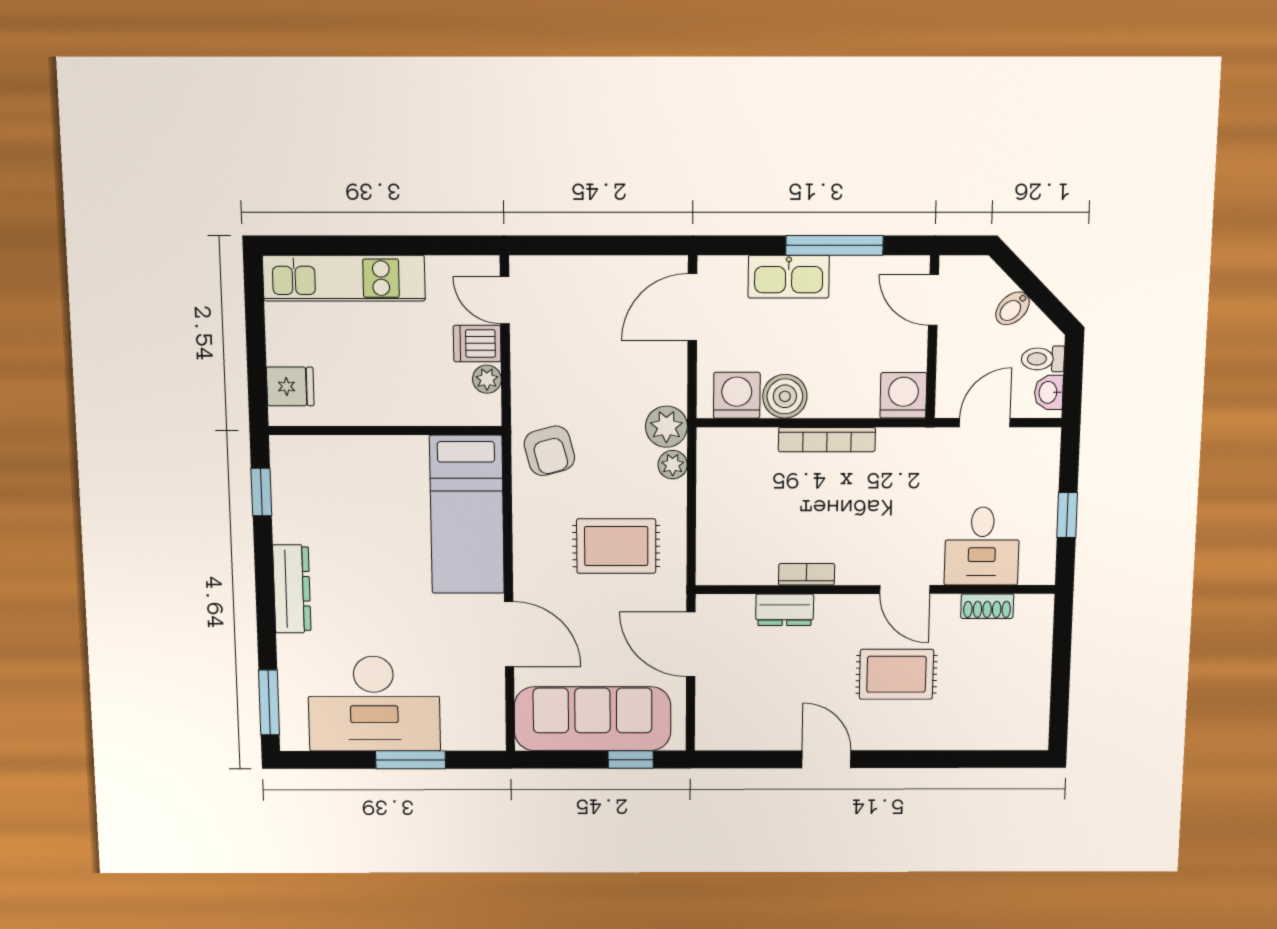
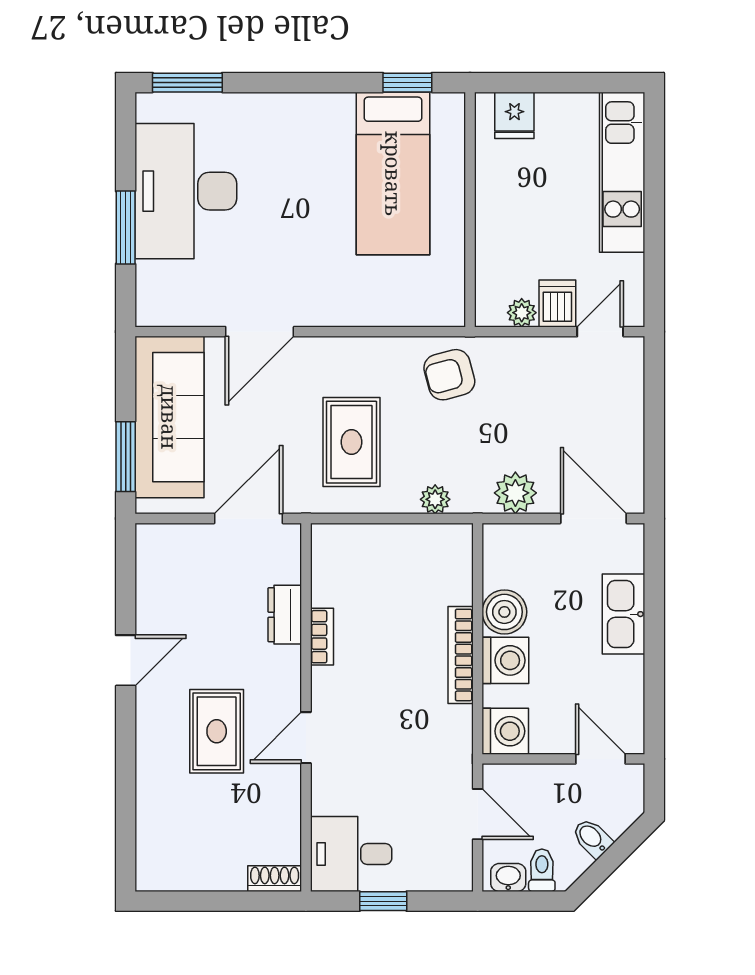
window: (834, 245) -> (654, 659), removed
door: (933, 300) -> (600, 759), hinge flipped
washing machine: (737, 395) -> (505, 660), moved
plant: (666, 427) -> (515, 493), moved
bed: (467, 515) -> (393, 174), moved, turned -90
desk: (982, 546) -> (351, 854), moved
dresser: (292, 589) -> (307, 110), removed
shoe rack: (987, 606) -> (275, 879), moved, turned 90
window: (631, 760) -> (126, 457), width x1.50

